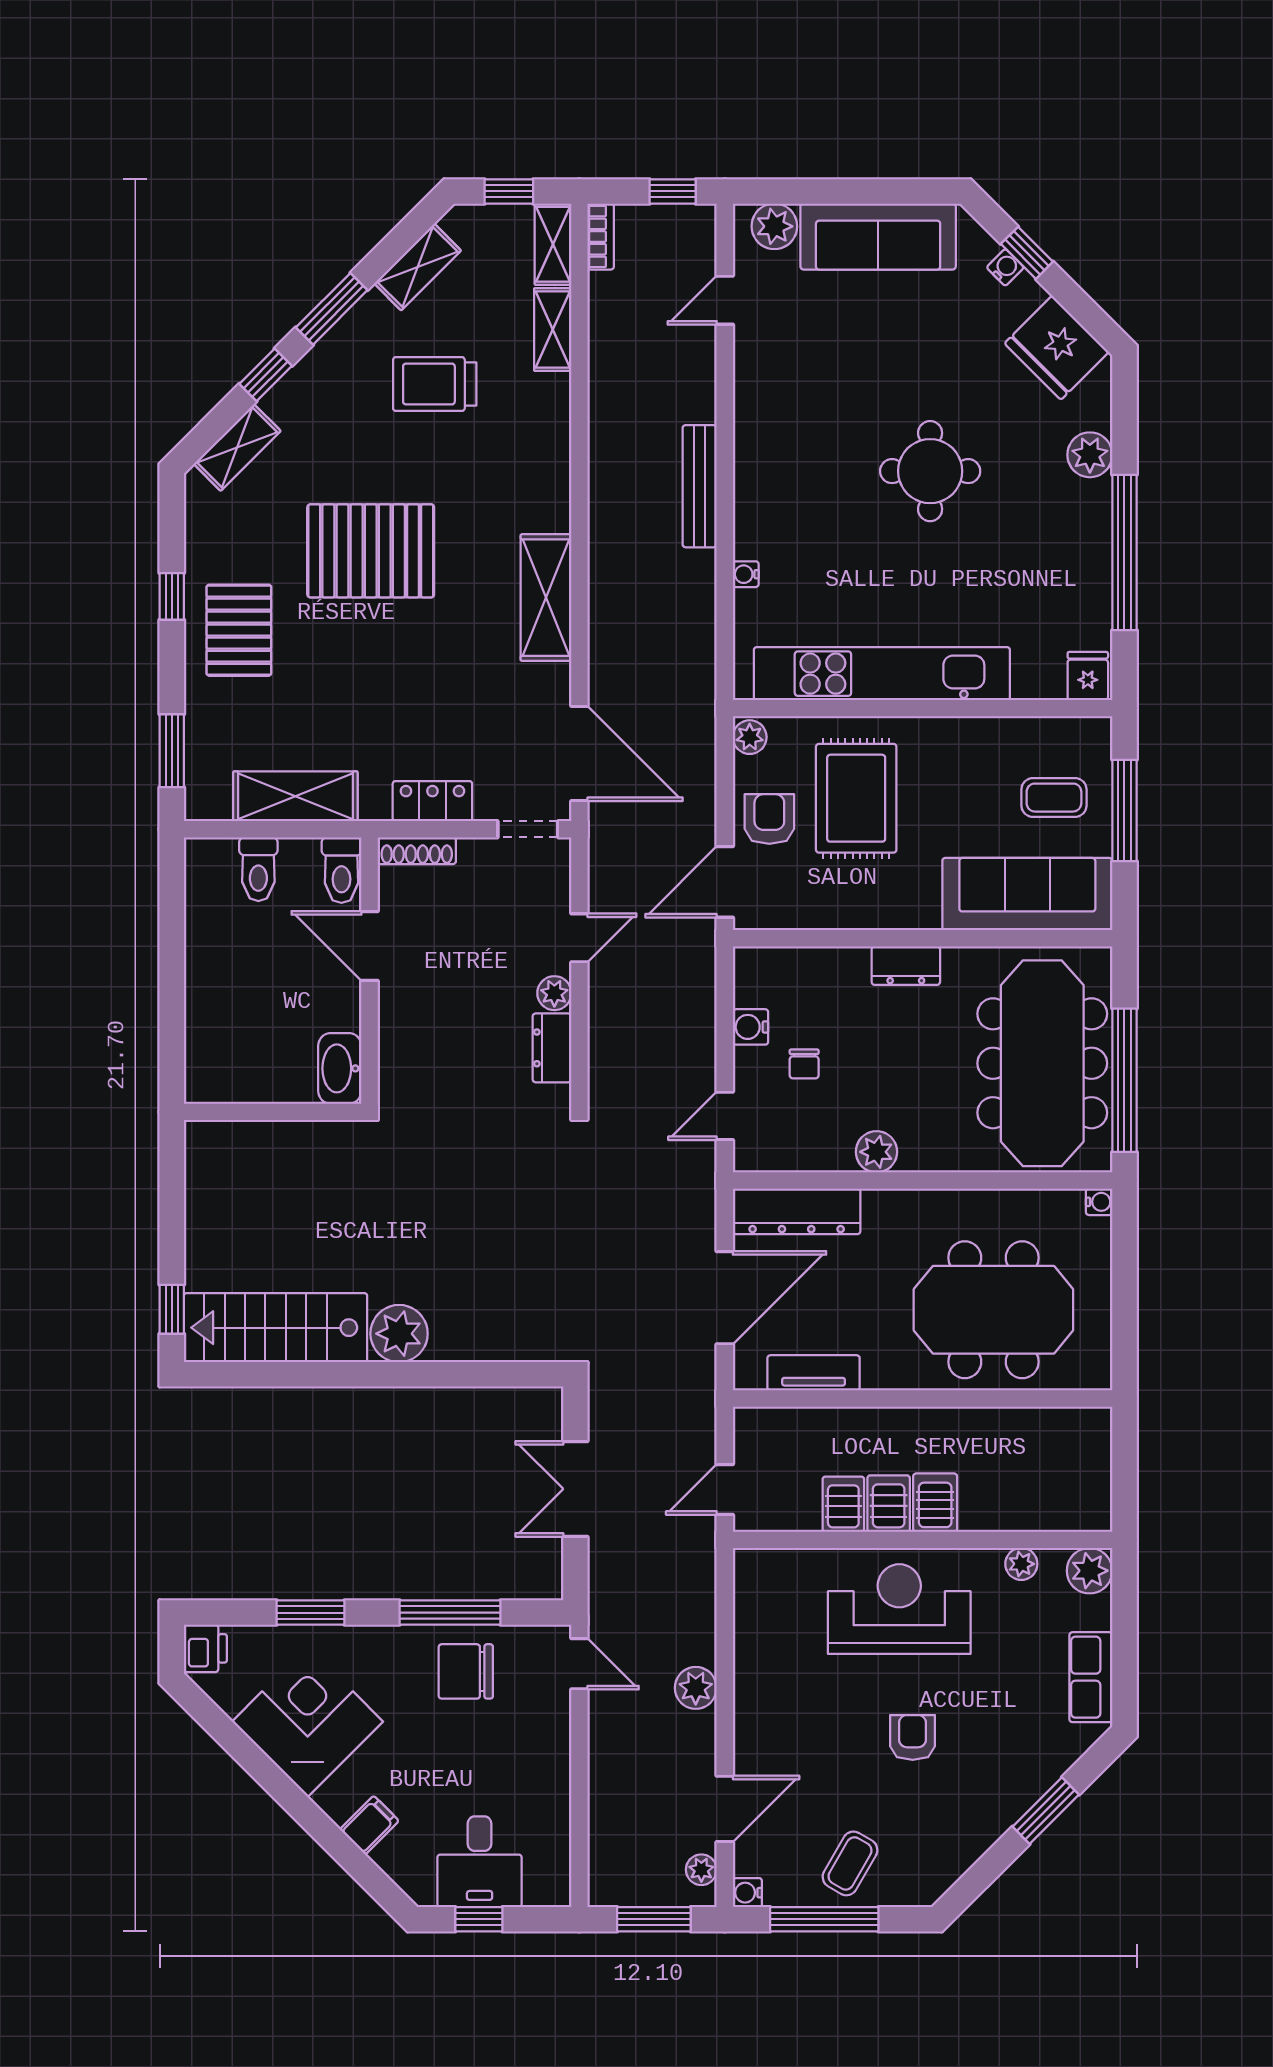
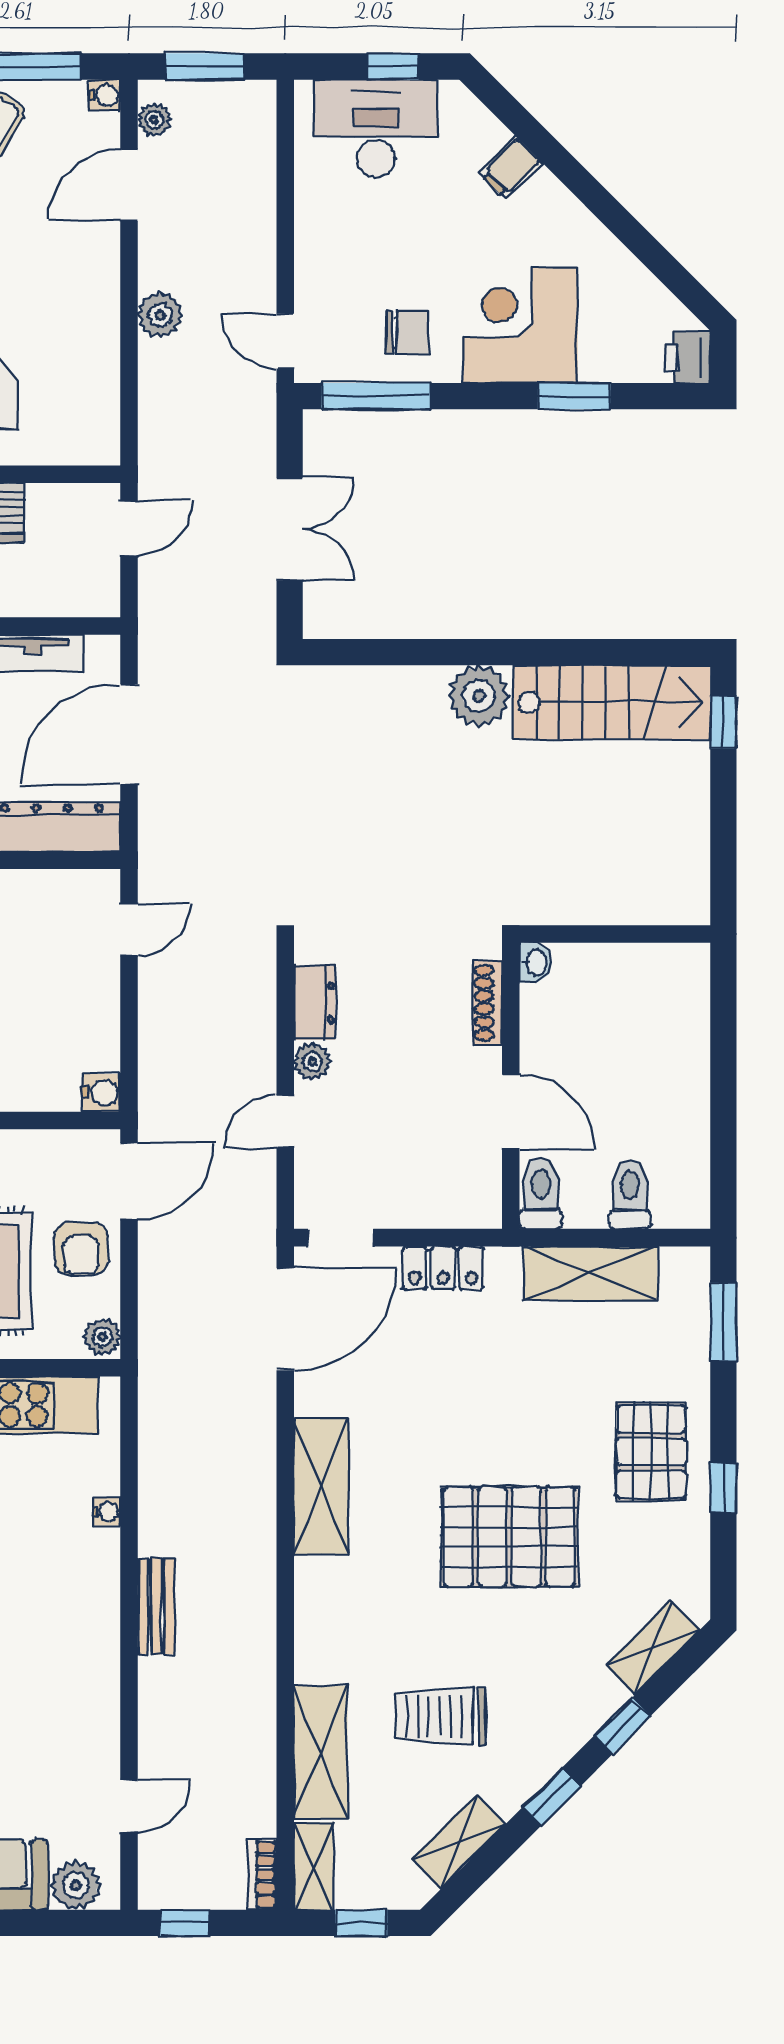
window: (332, 309) -> (551, 1797), width x0.67
shelving: (553, 330) -> (321, 1752), width x1.50, depth x1.33
trolley: (435, 384) -> (441, 1716), turned 180
bench: (700, 486) -> (156, 1606), width x0.73
door: (579, 753) -> (285, 1319), swing flipped
shoe rack: (417, 851) -> (488, 1003), moved, turned -90
water cooler: (751, 1027) -> (101, 1093), moved
chair: (804, 1064) -> (44, 986), removed
washbasin: (340, 1068) -> (535, 963), width x0.52, depth x0.69
window: (450, 1613) -> (376, 396), moved
chair: (466, 1671) -> (407, 333), width x0.73, depth x0.73
corner desk: (308, 1722) -> (520, 326), moved, turned 135
desk: (480, 1862) -> (376, 128), width x1.37

